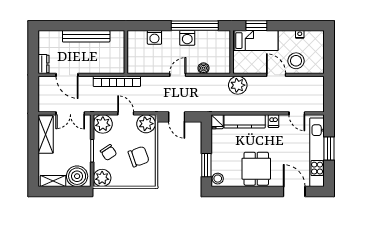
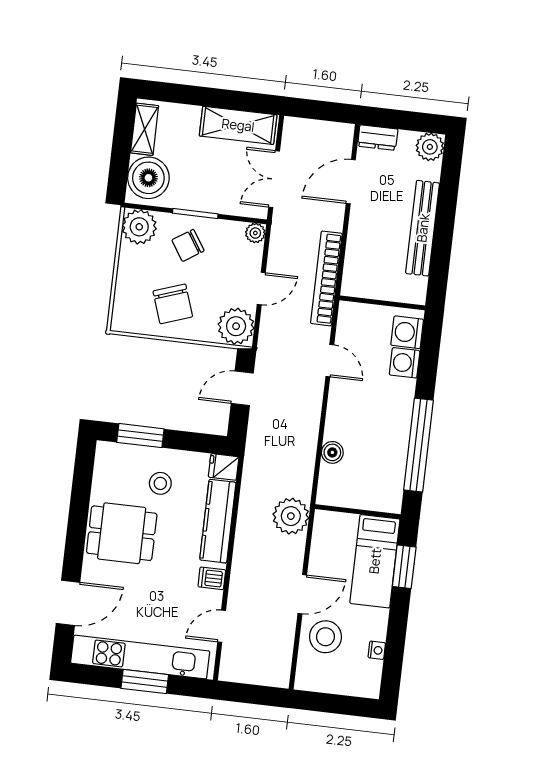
plant: (45, 37) -> (430, 147), added
washing machine: (187, 38) -> (407, 332), moved
door: (178, 75) -> (330, 361), moved
plant: (103, 124) -> (255, 233), width x0.53, depth x0.53
stool: (218, 179) -> (160, 483), moved

